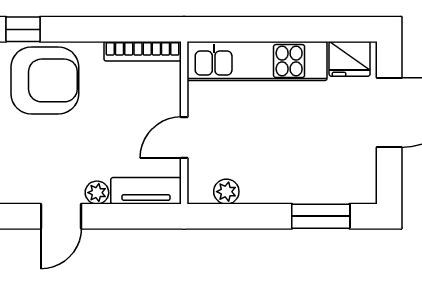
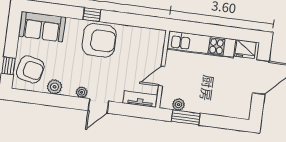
bookcase: (143, 51) -> (147, 33), removed
plant: (97, 193) -> (82, 92), moved
window: (321, 216) -> (186, 117), moved

